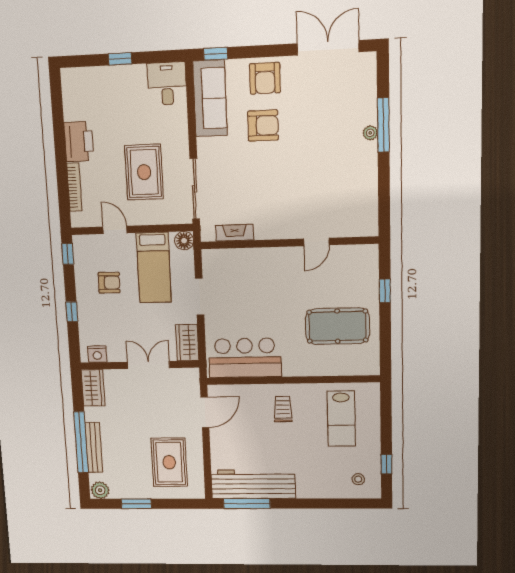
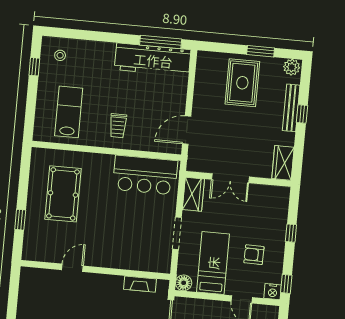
pool table: (337, 326) -> (63, 194), turned 90
nightstand: (97, 354) -> (273, 292), moved, turned 180
window: (81, 442) -> (302, 114), width x0.32
rug: (169, 462) -> (242, 83), moved

